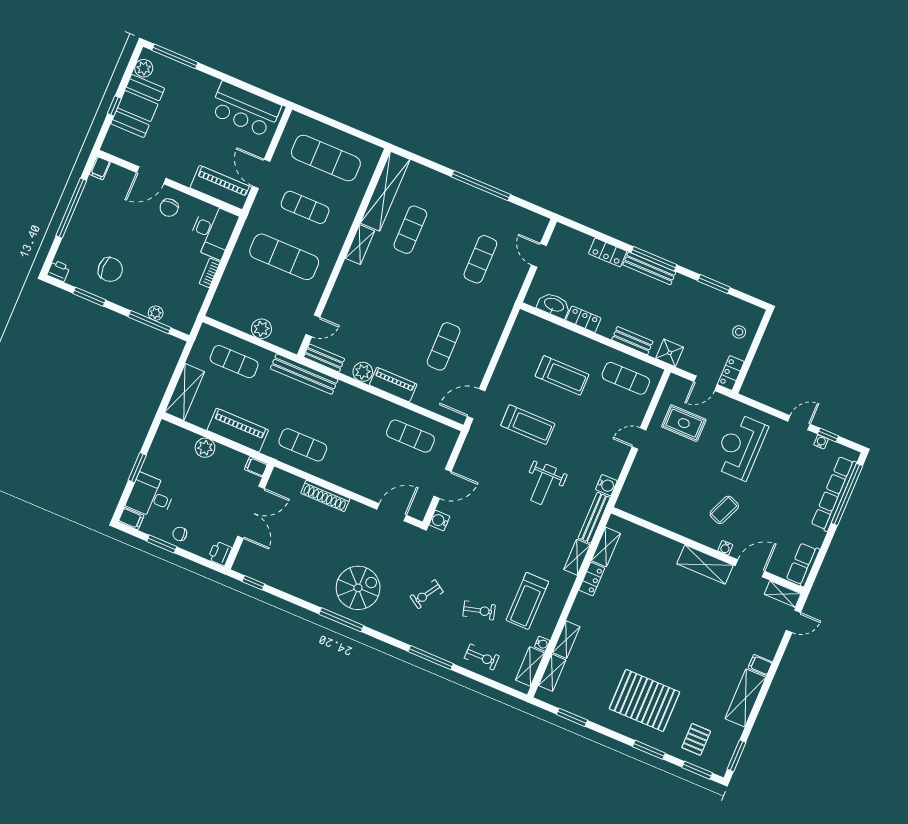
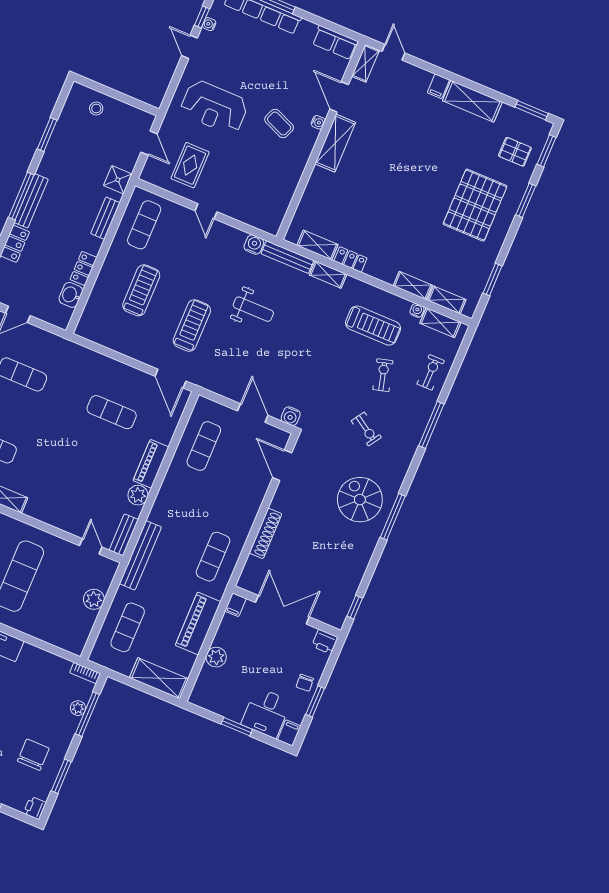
bookcase: (210, 273) -> (85, 673), moved
washbasin: (554, 305) -> (71, 295), width x0.72
locker: (731, 373) -> (138, 117), removed

